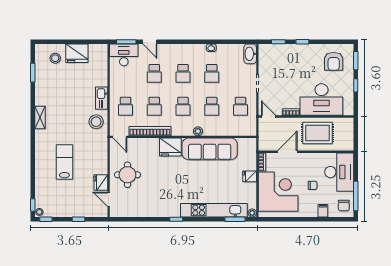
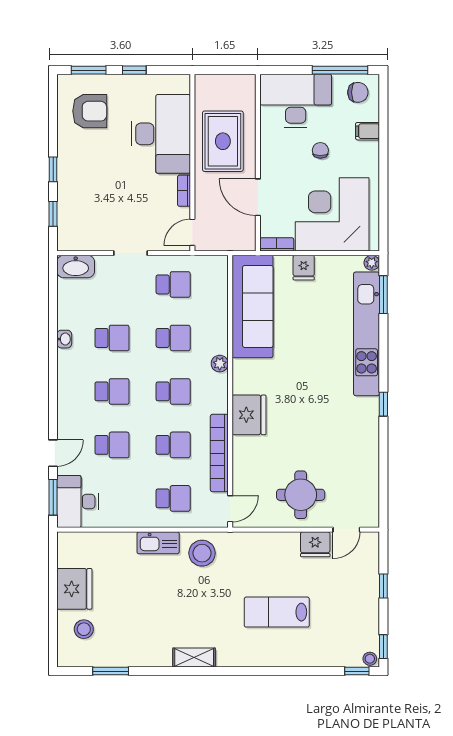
sofa: (210, 149) -> (252, 306), moved

